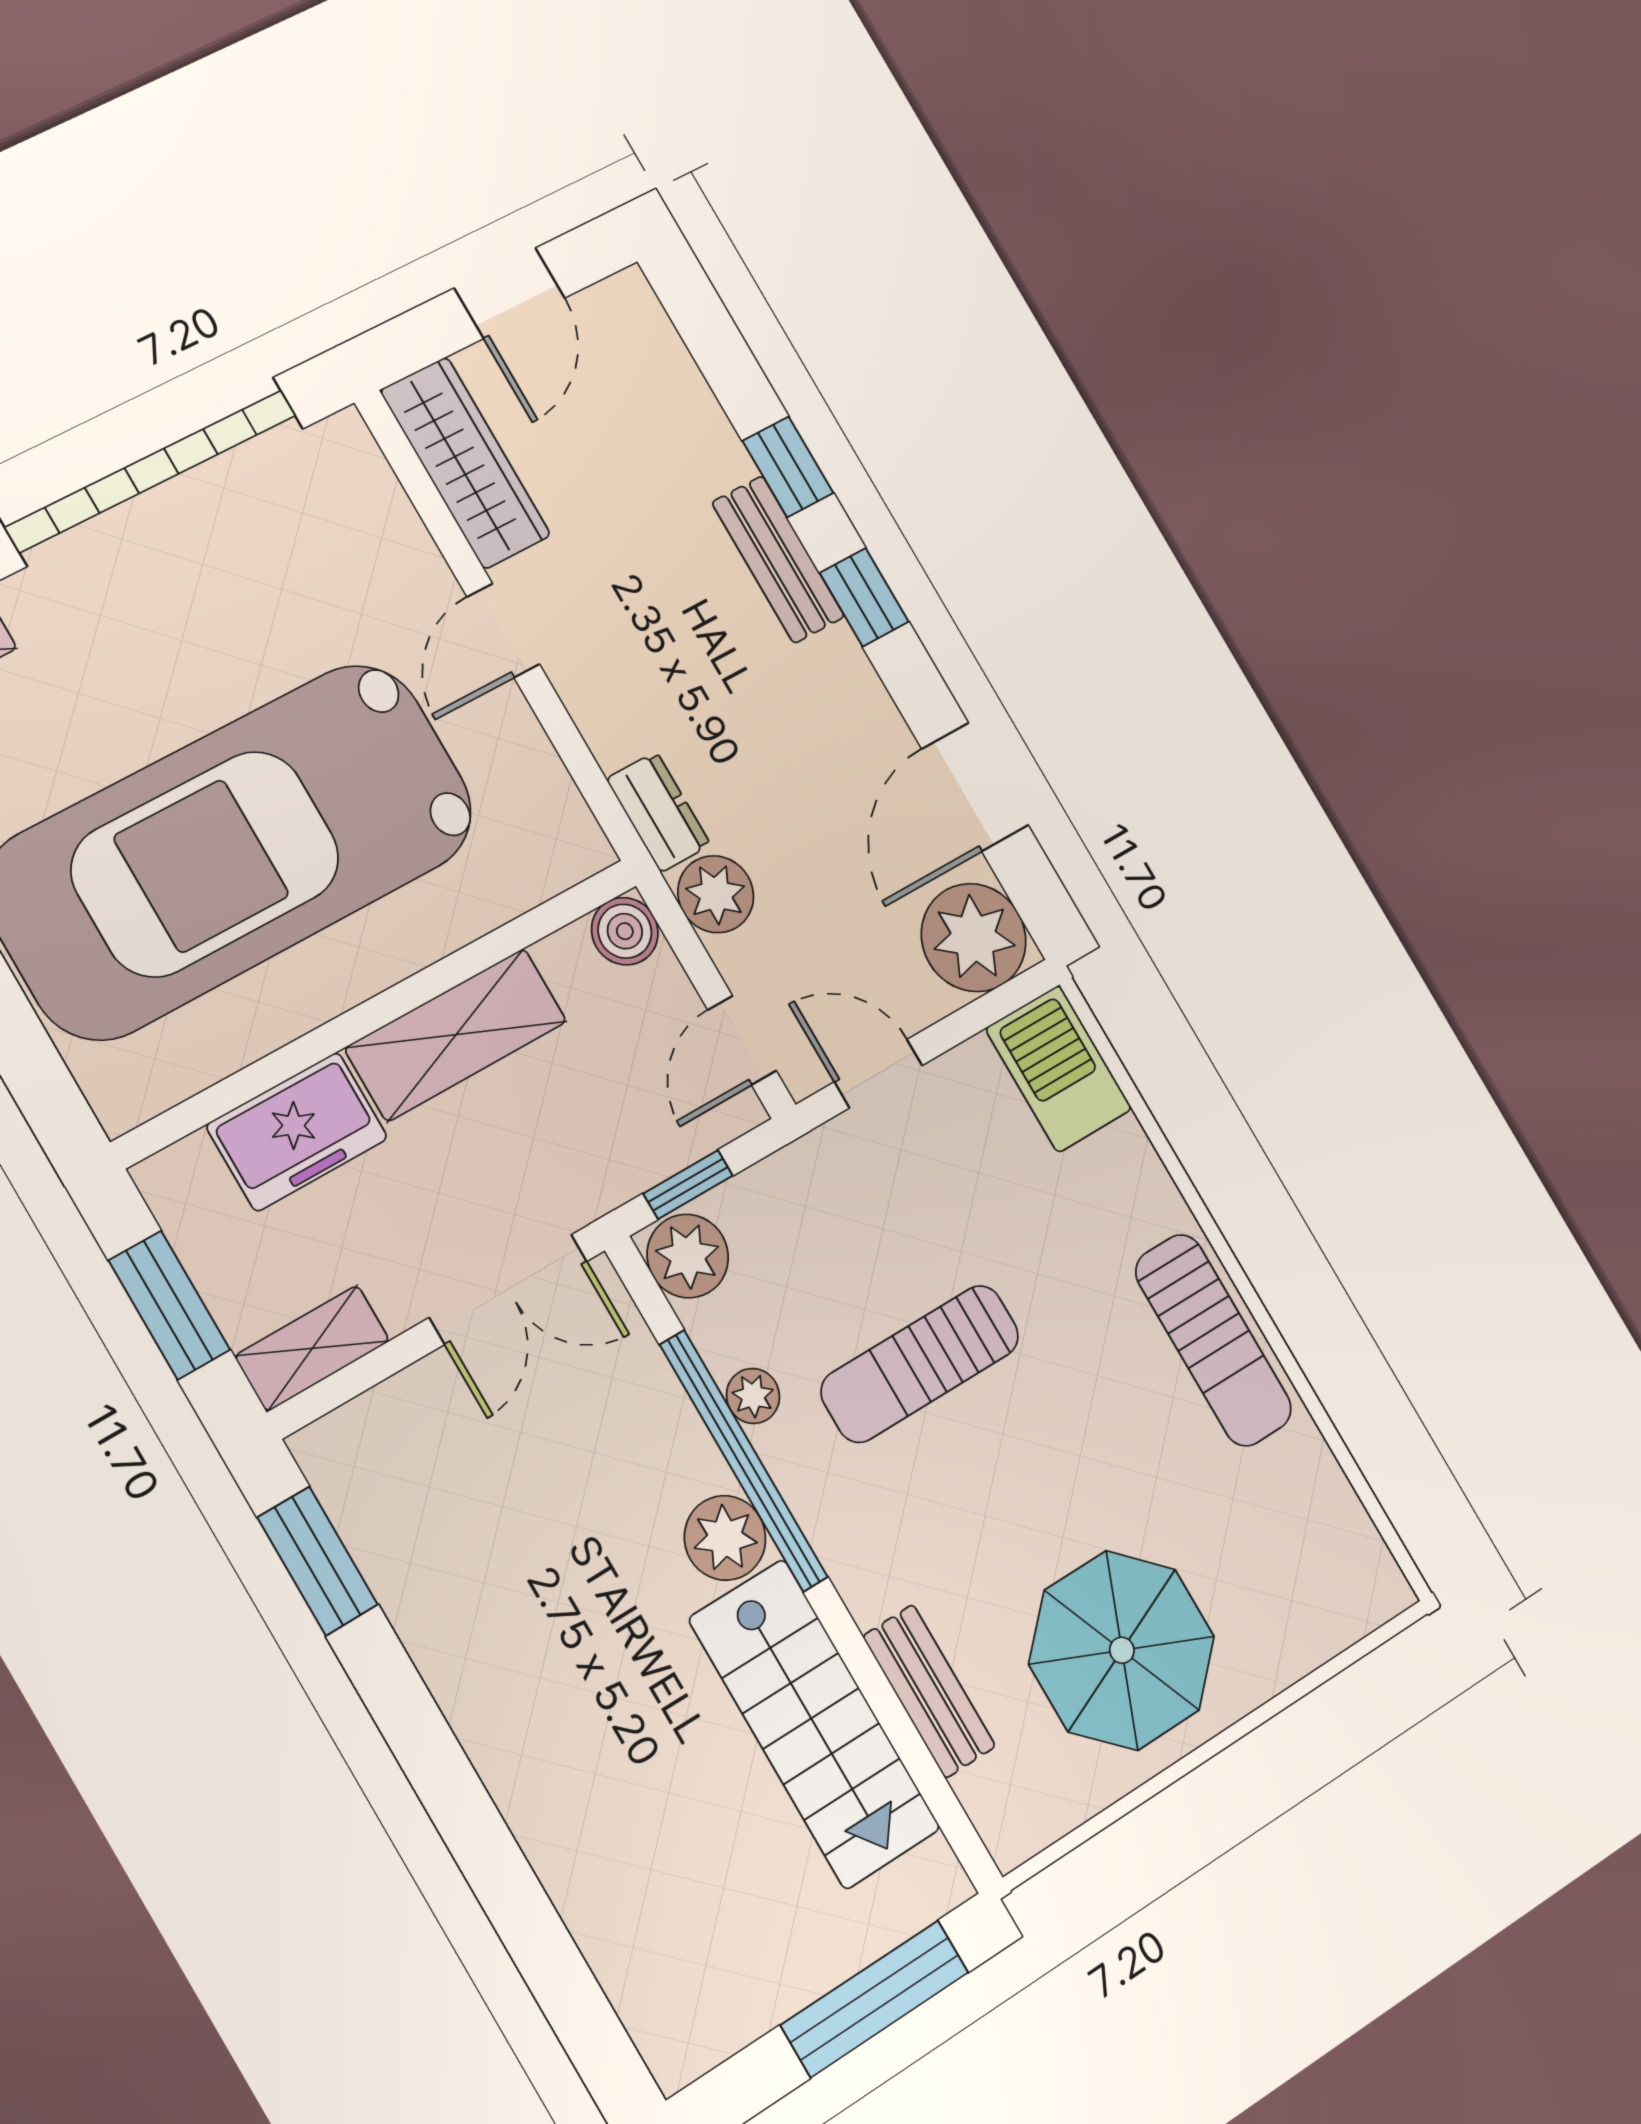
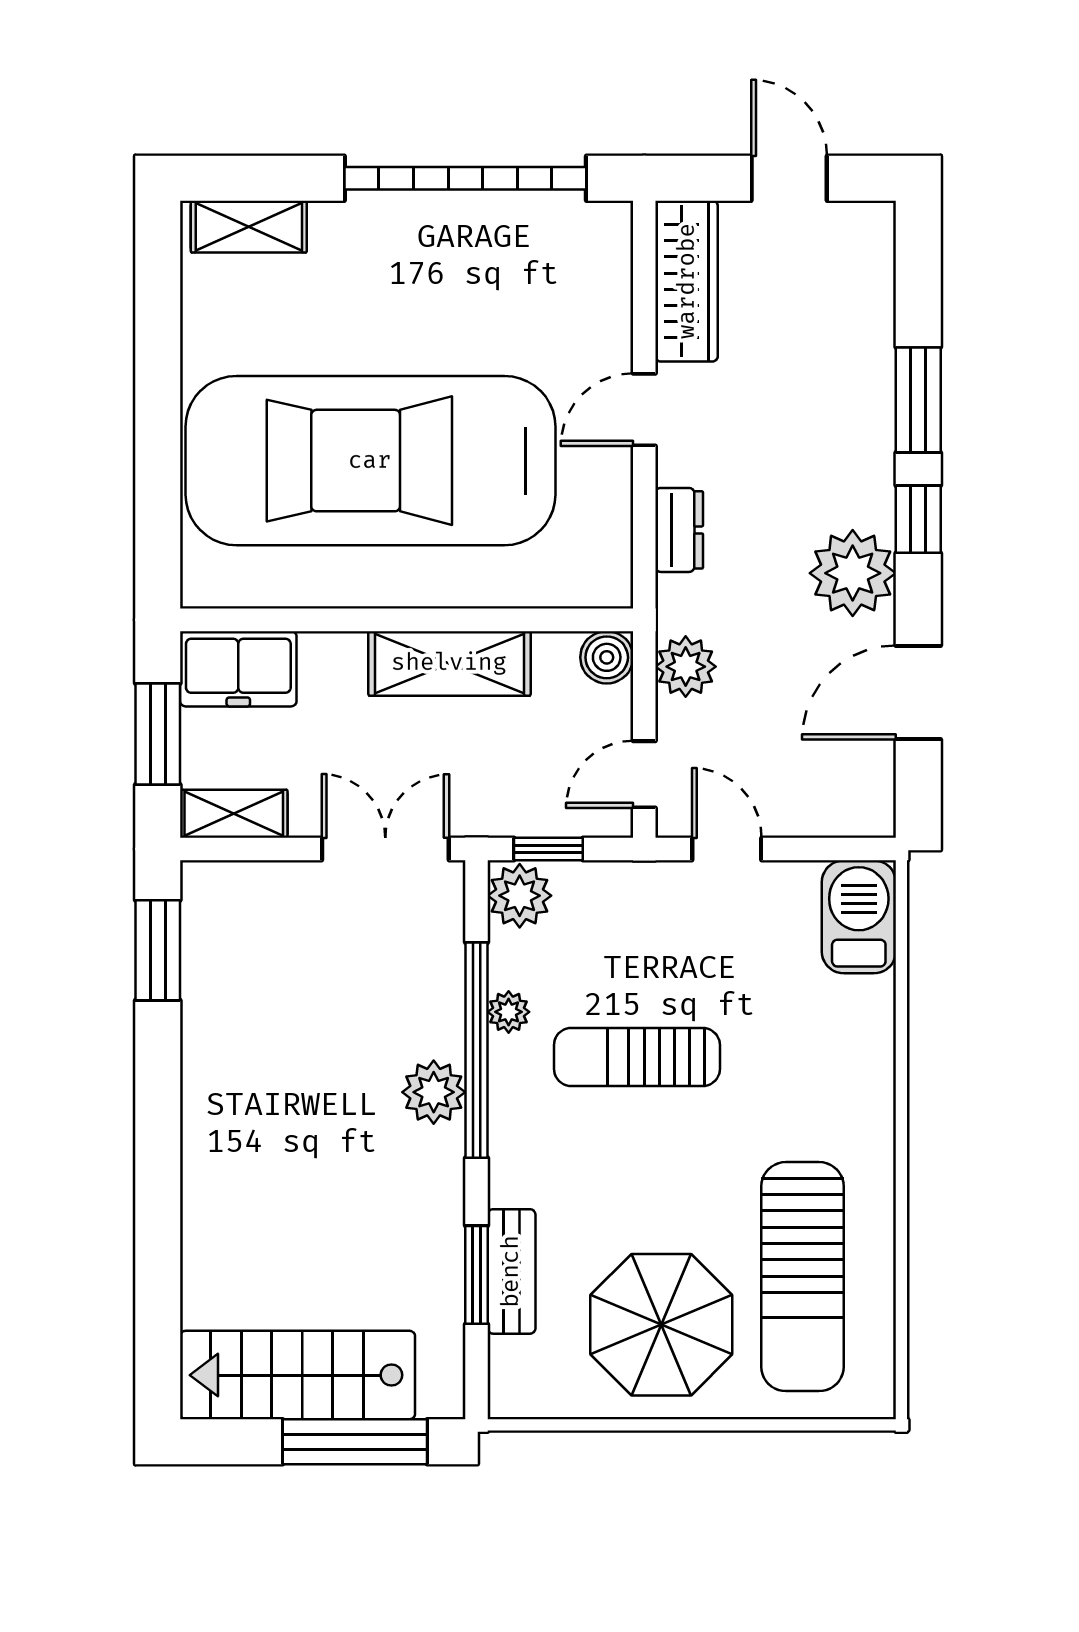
door: (510, 293) -> (789, 178), swing flipped
window: (788, 467) -> (918, 400), width x1.50
bench: (778, 560) -> (871, 461), removed
dresser: (658, 812) -> (679, 530), moved
plant: (974, 938) -> (853, 573), moved
freezer: (297, 1132) -> (238, 669), moved
double door: (508, 1289) -> (385, 849), swing flipped
sun lounger: (1213, 1340) -> (802, 1277), moved, width x1.36, depth x1.34
window: (894, 1719) -> (477, 1275), added
stairs: (814, 1724) -> (298, 1375), moved, turned 90

